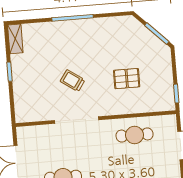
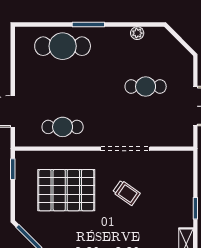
pallet: (127, 79) -> (66, 190), width x2.05, depth x2.00

